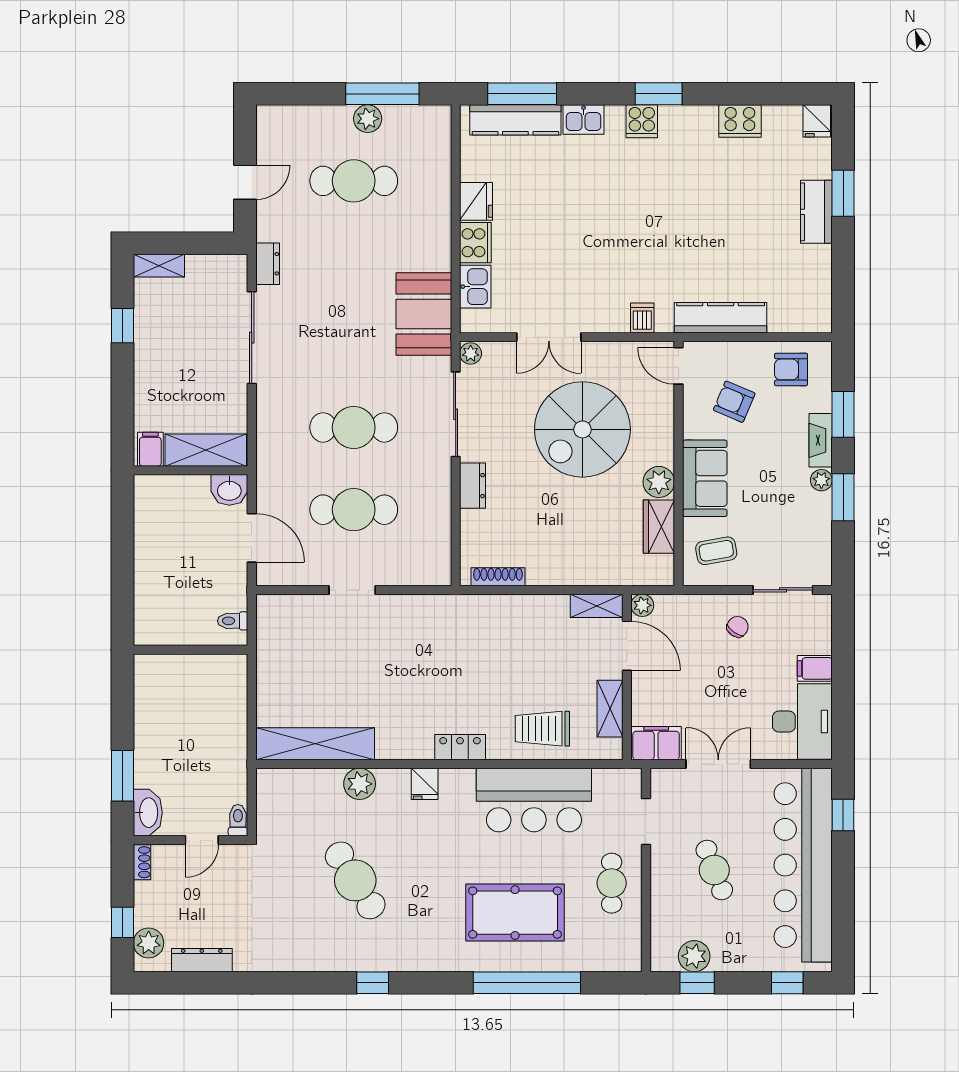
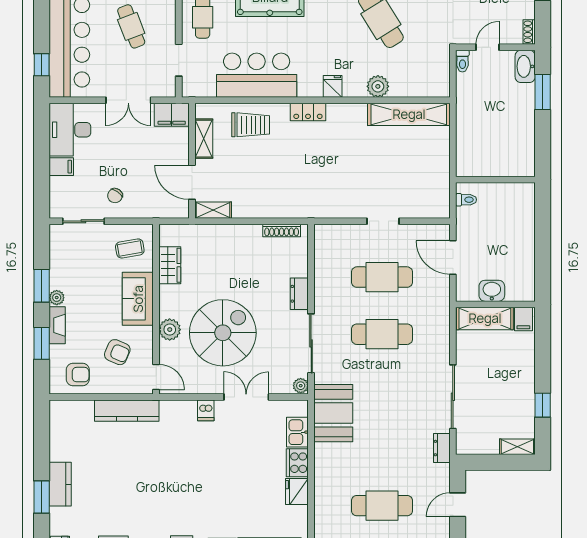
dishwasher: (642, 318) -> (206, 410), moved
plant: (659, 482) -> (170, 330), moved
washbasin: (229, 490) -> (492, 291), moved
plant: (642, 605) -> (181, 211), removed

